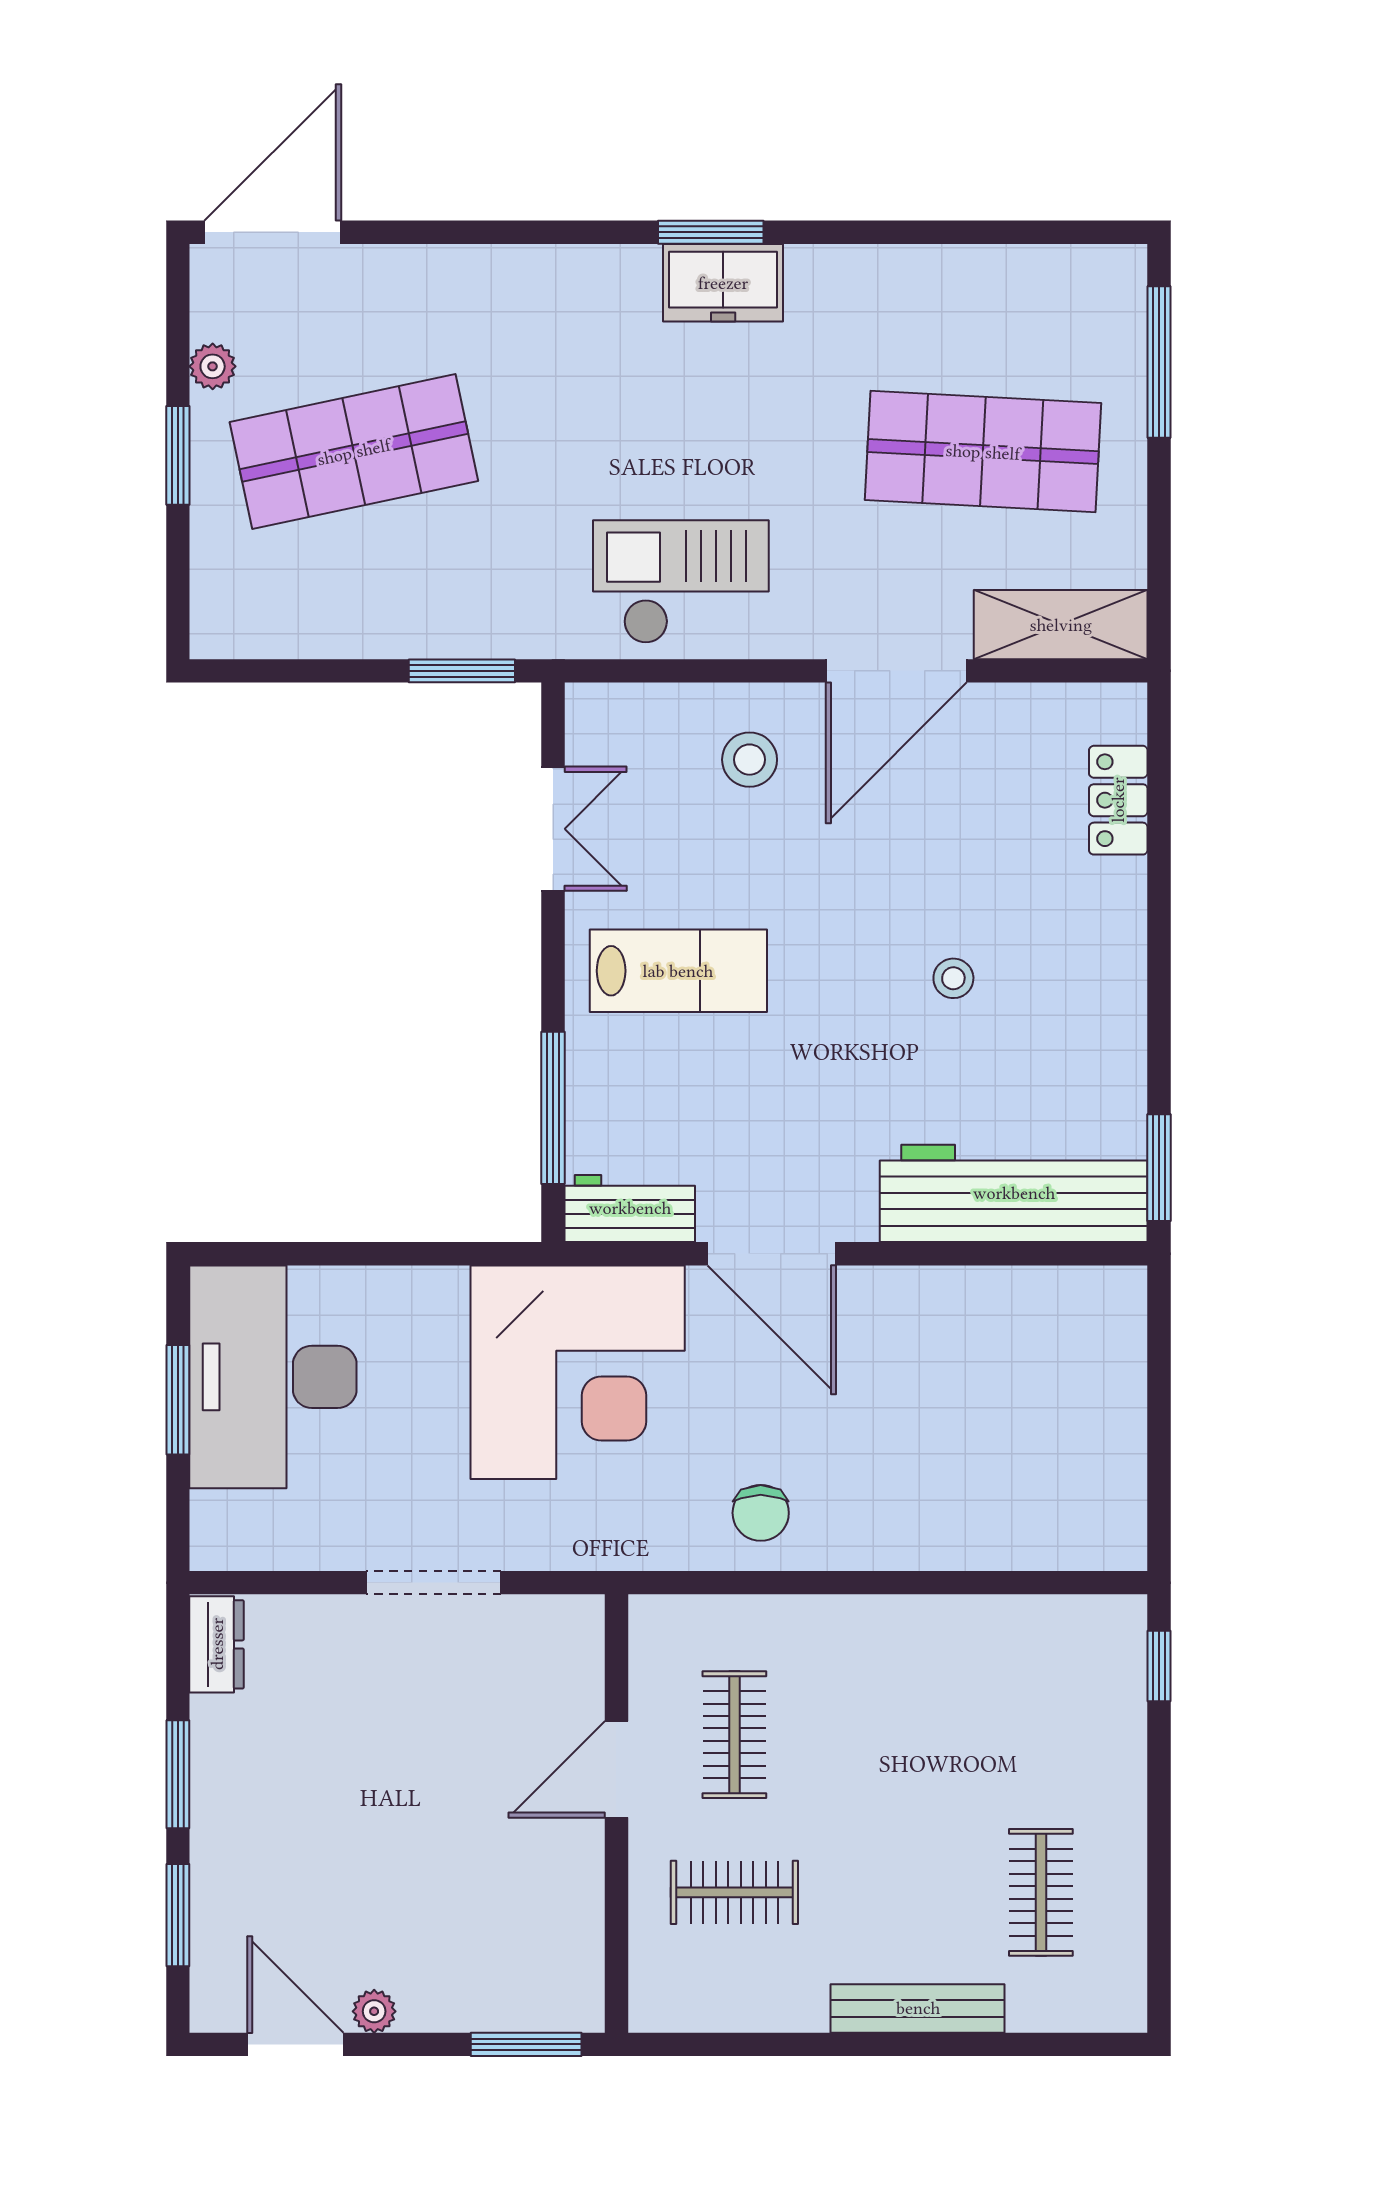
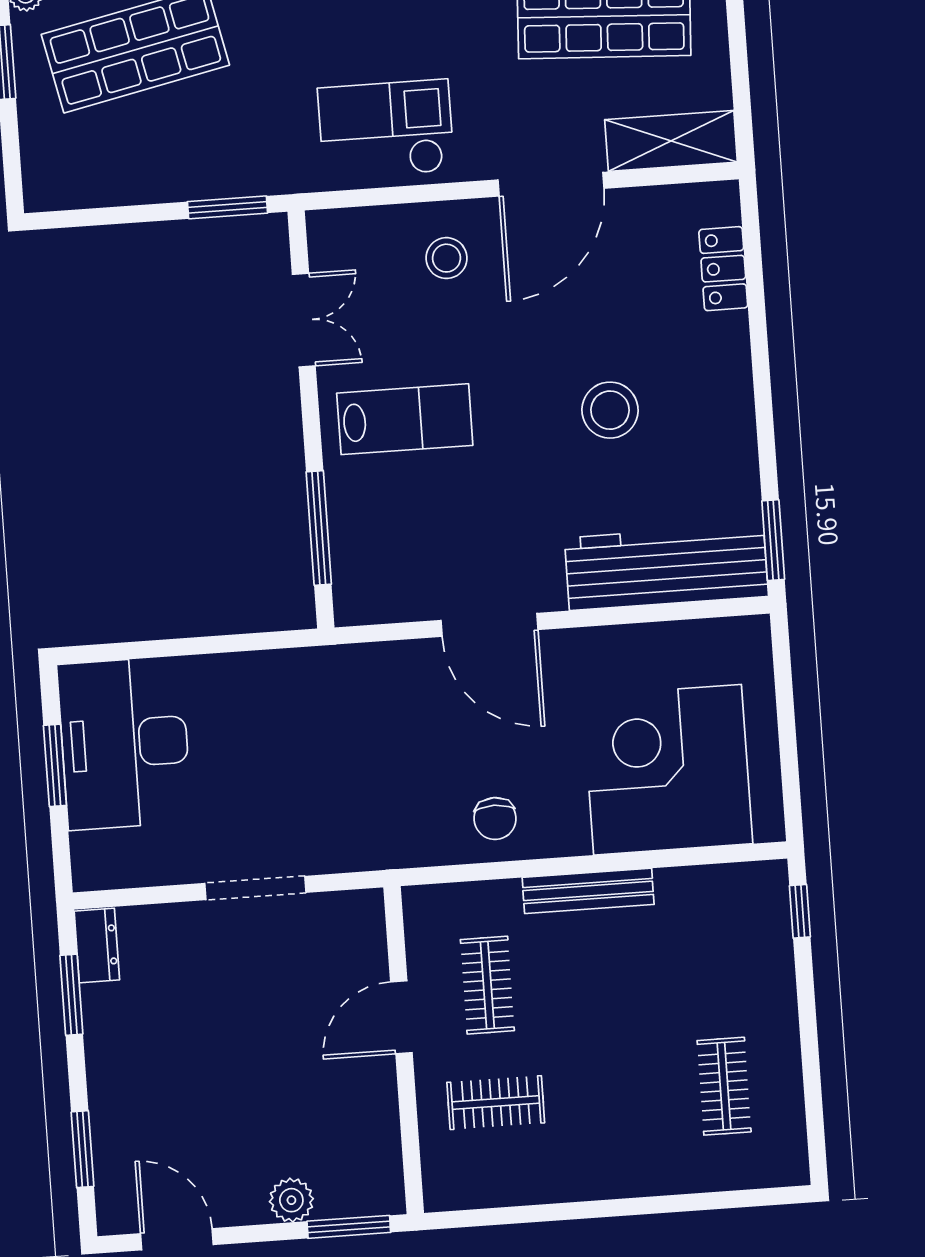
stool: (953, 978) -> (610, 410), width x1.89, depth x1.89
workbench: (630, 1208) -> (381, 599), removed
corner desk: (578, 1372) -> (668, 770), moved, turned 180
window: (178, 1774) -> (71, 995), moved
bench: (918, 2008) -> (588, 891), moved
plant: (374, 2011) -> (291, 1200), moved, width x1.38, depth x1.38

